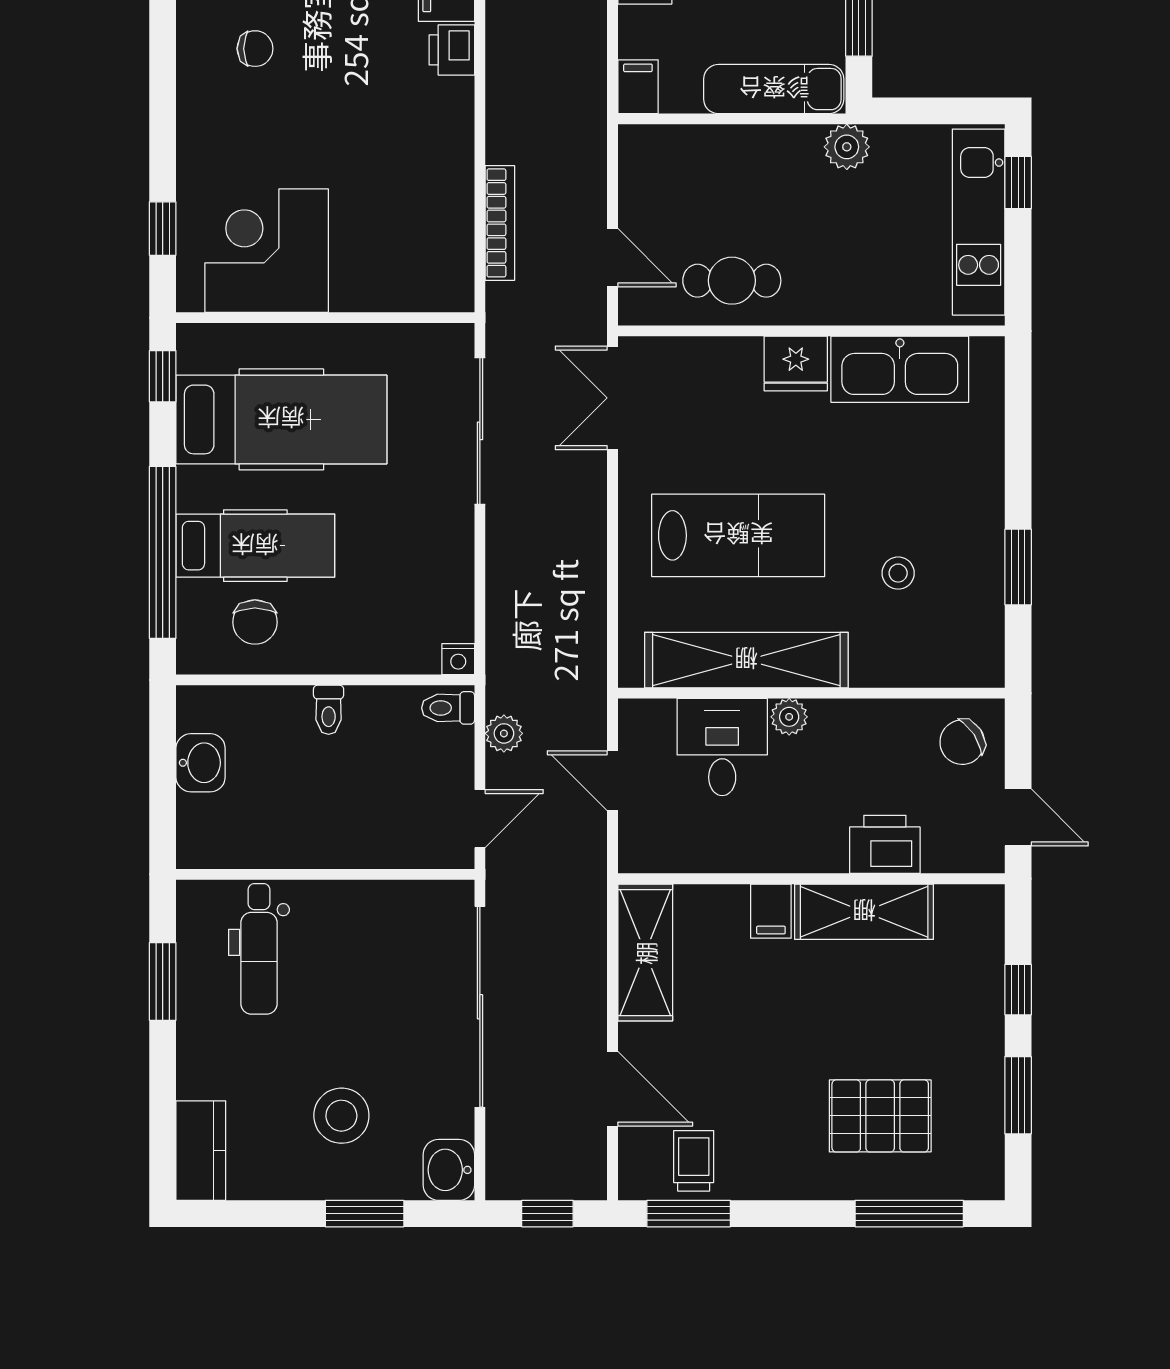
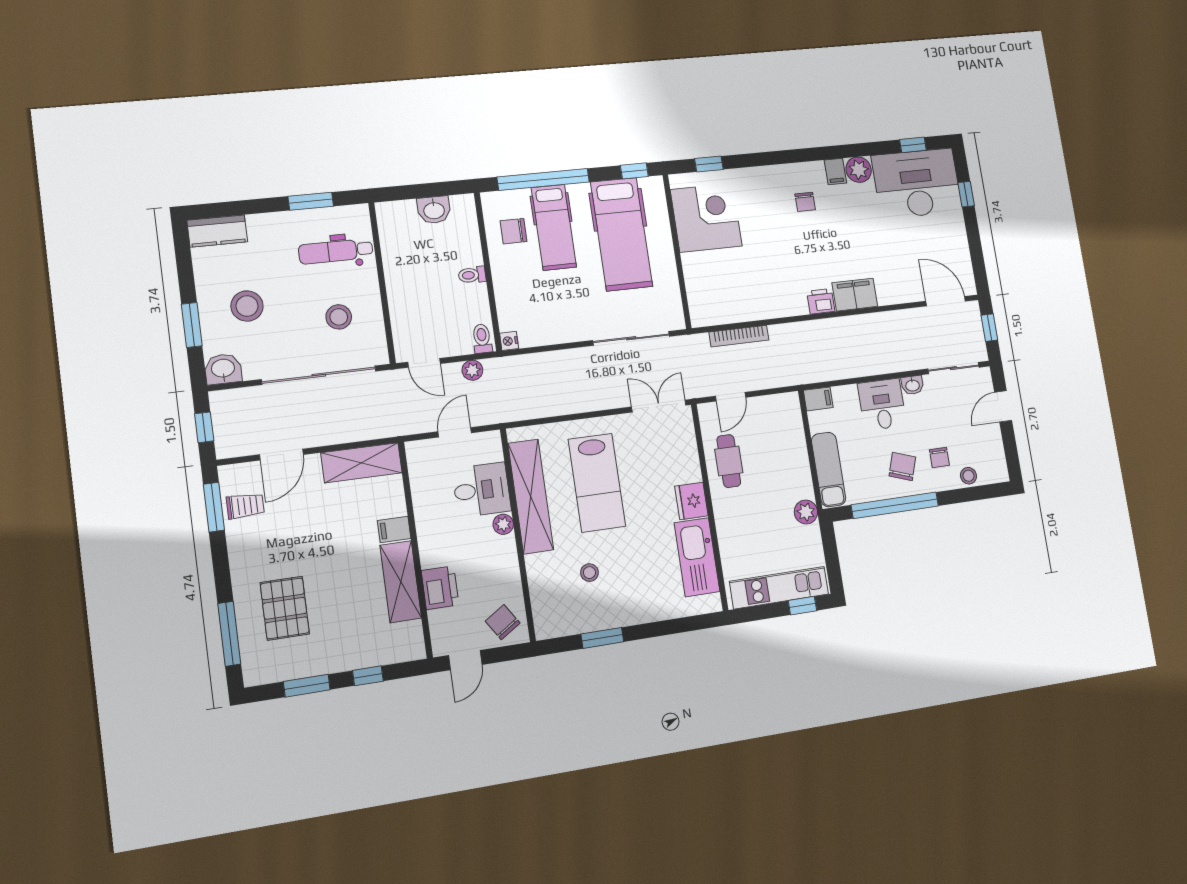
stool: (379, 959) -> (339, 317), added

